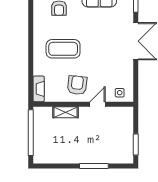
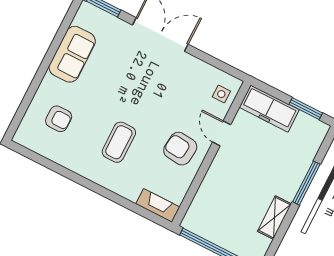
coffee table: (63, 49) -> (119, 142), width x0.73, depth x0.76
shelving: (66, 112) -> (274, 218), moved
freezer: (125, 124) -> (269, 109), added

